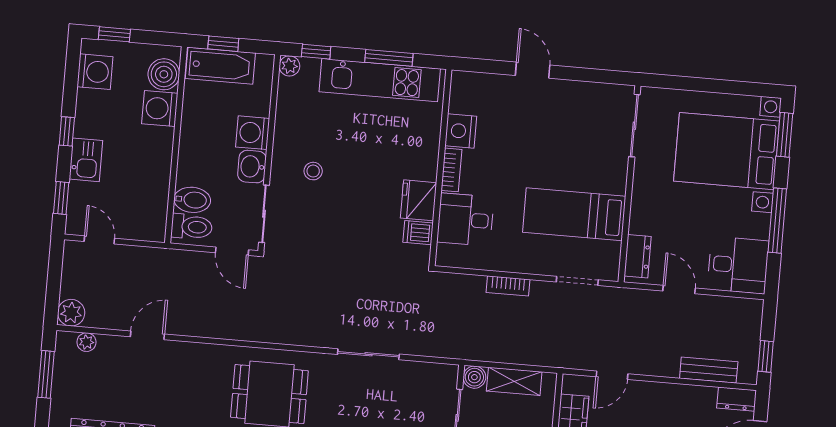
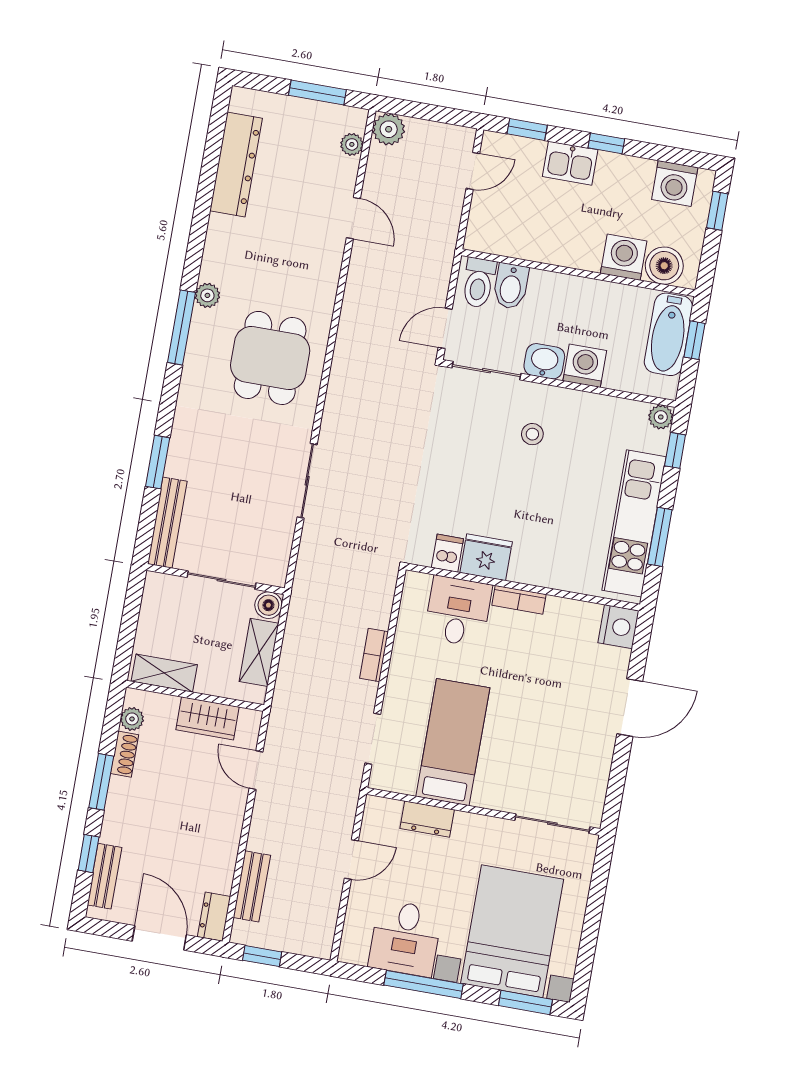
door: (533, 70) -> (630, 708), width x1.38
nightstand: (461, 131) -> (619, 627), moved, turned 90
dresser: (638, 256) -> (427, 819), moved
desk: (738, 265) -> (405, 938), moved

